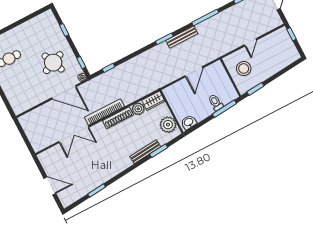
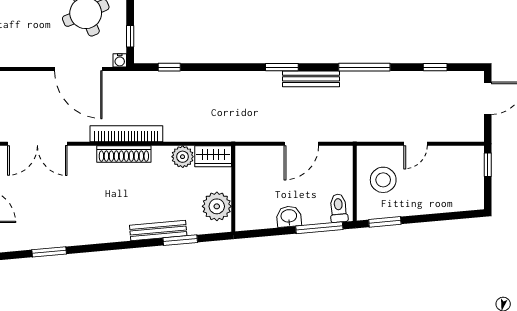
toilet: (216, 103) -> (339, 208), moved
shoe rack: (118, 118) -> (124, 154), moved
washbasin: (189, 122) -> (289, 216), moved
double door: (74, 134) -> (37, 144), moved

